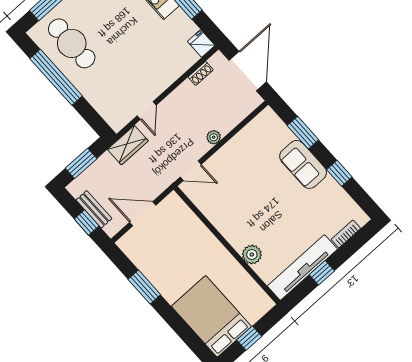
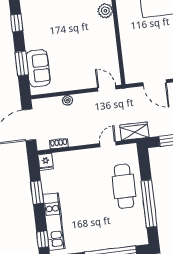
cafe table: (72, 43) -> (124, 186), moved
plant: (214, 137) -> (67, 100), moved
sofa: (303, 164) -> (38, 68), moved

